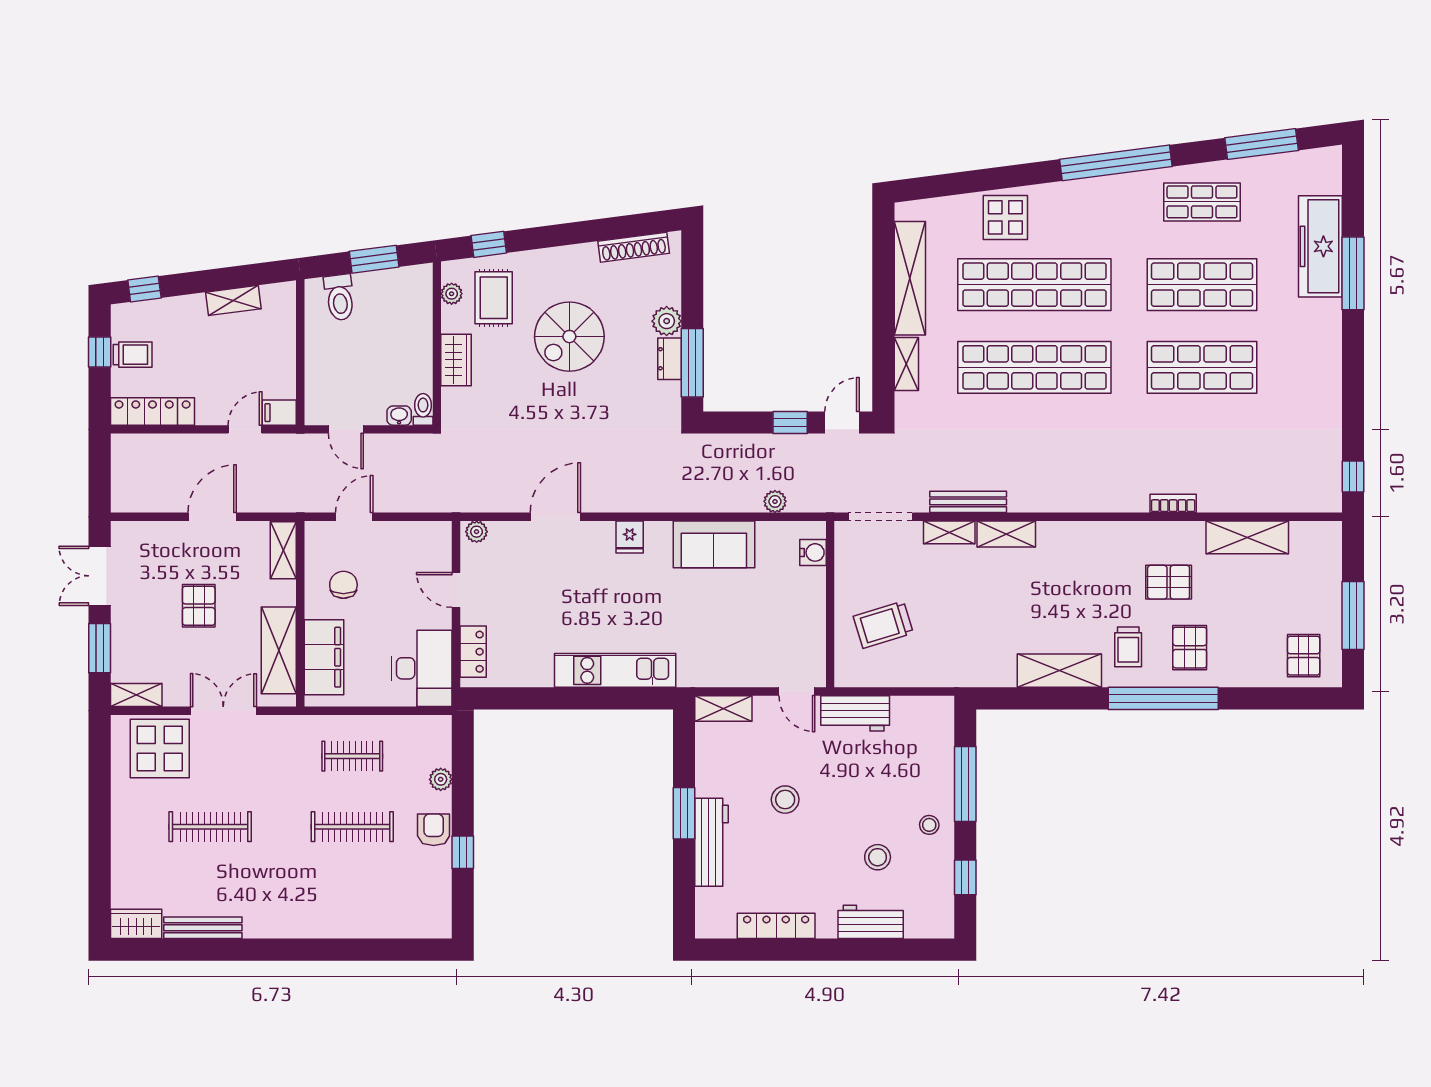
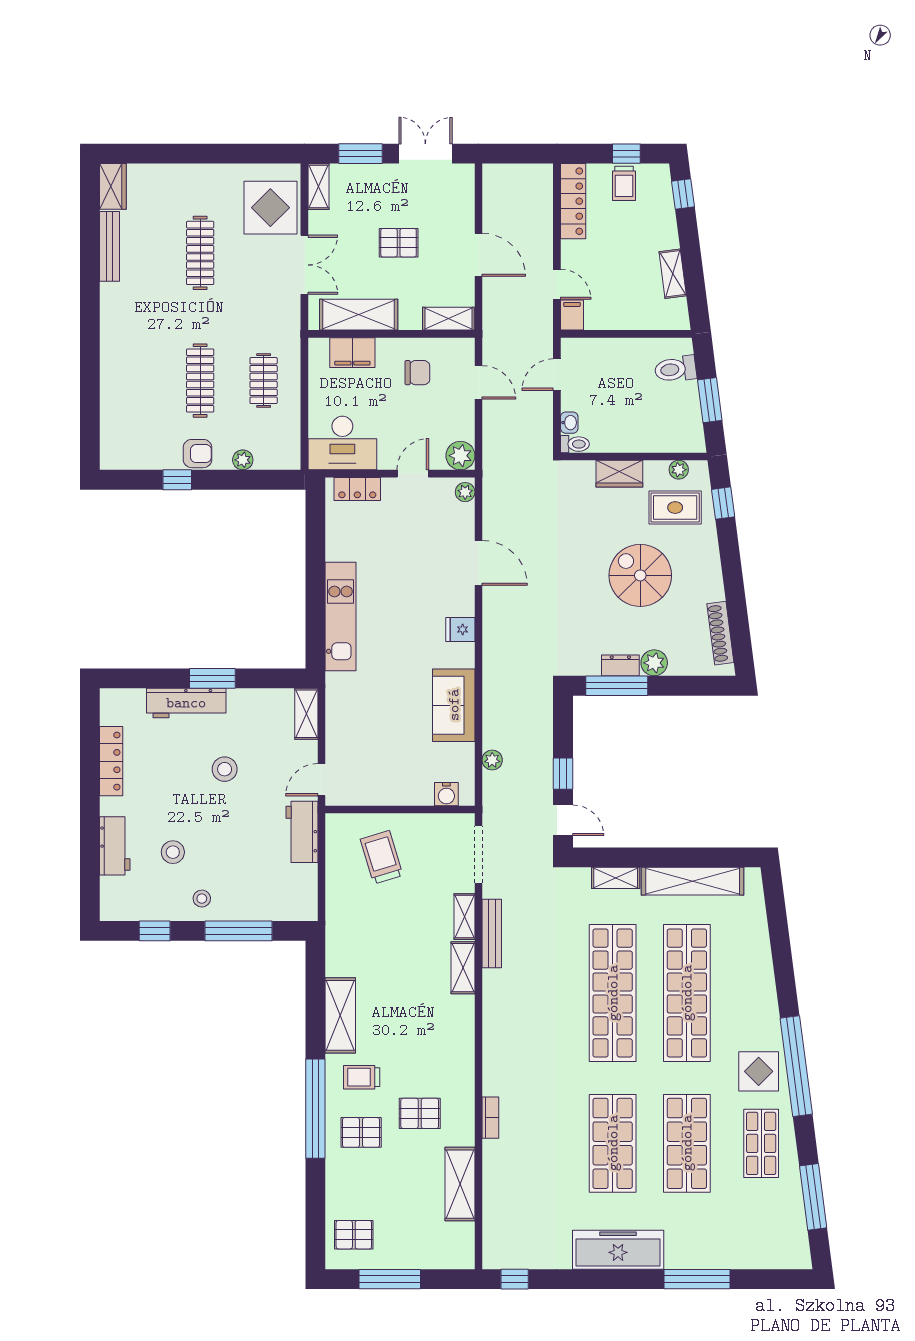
display table: (1005, 217) -> (759, 1071), moved
freezer: (1320, 246) -> (618, 1250), moved
plant: (436, 537) -> (460, 456), added
pallet: (1169, 582) -> (420, 1113), turned 90
filing cabinet: (324, 657) -> (352, 353), width x0.67, depth x0.86

